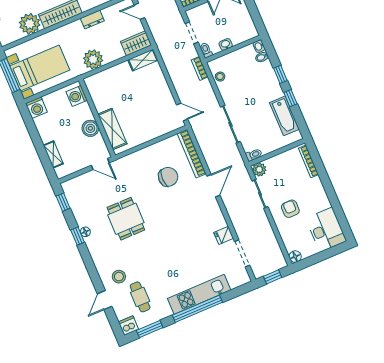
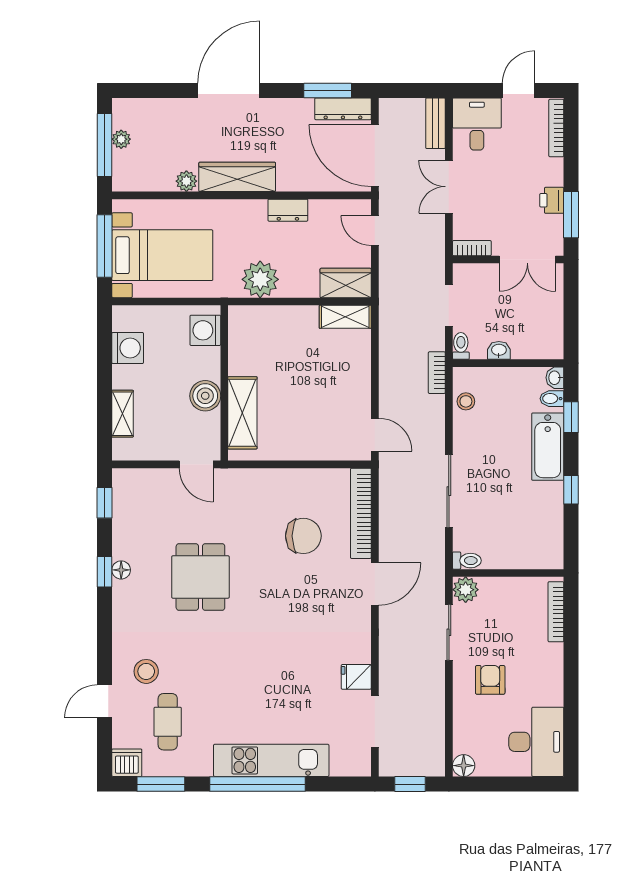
plant: (30, 24) -> (186, 181), width x0.53, depth x0.53
window: (280, 74) -> (571, 417), moved
washing machine: (36, 108) -> (128, 348), moved, turned -90
bathtub: (284, 116) -> (548, 447), moved

